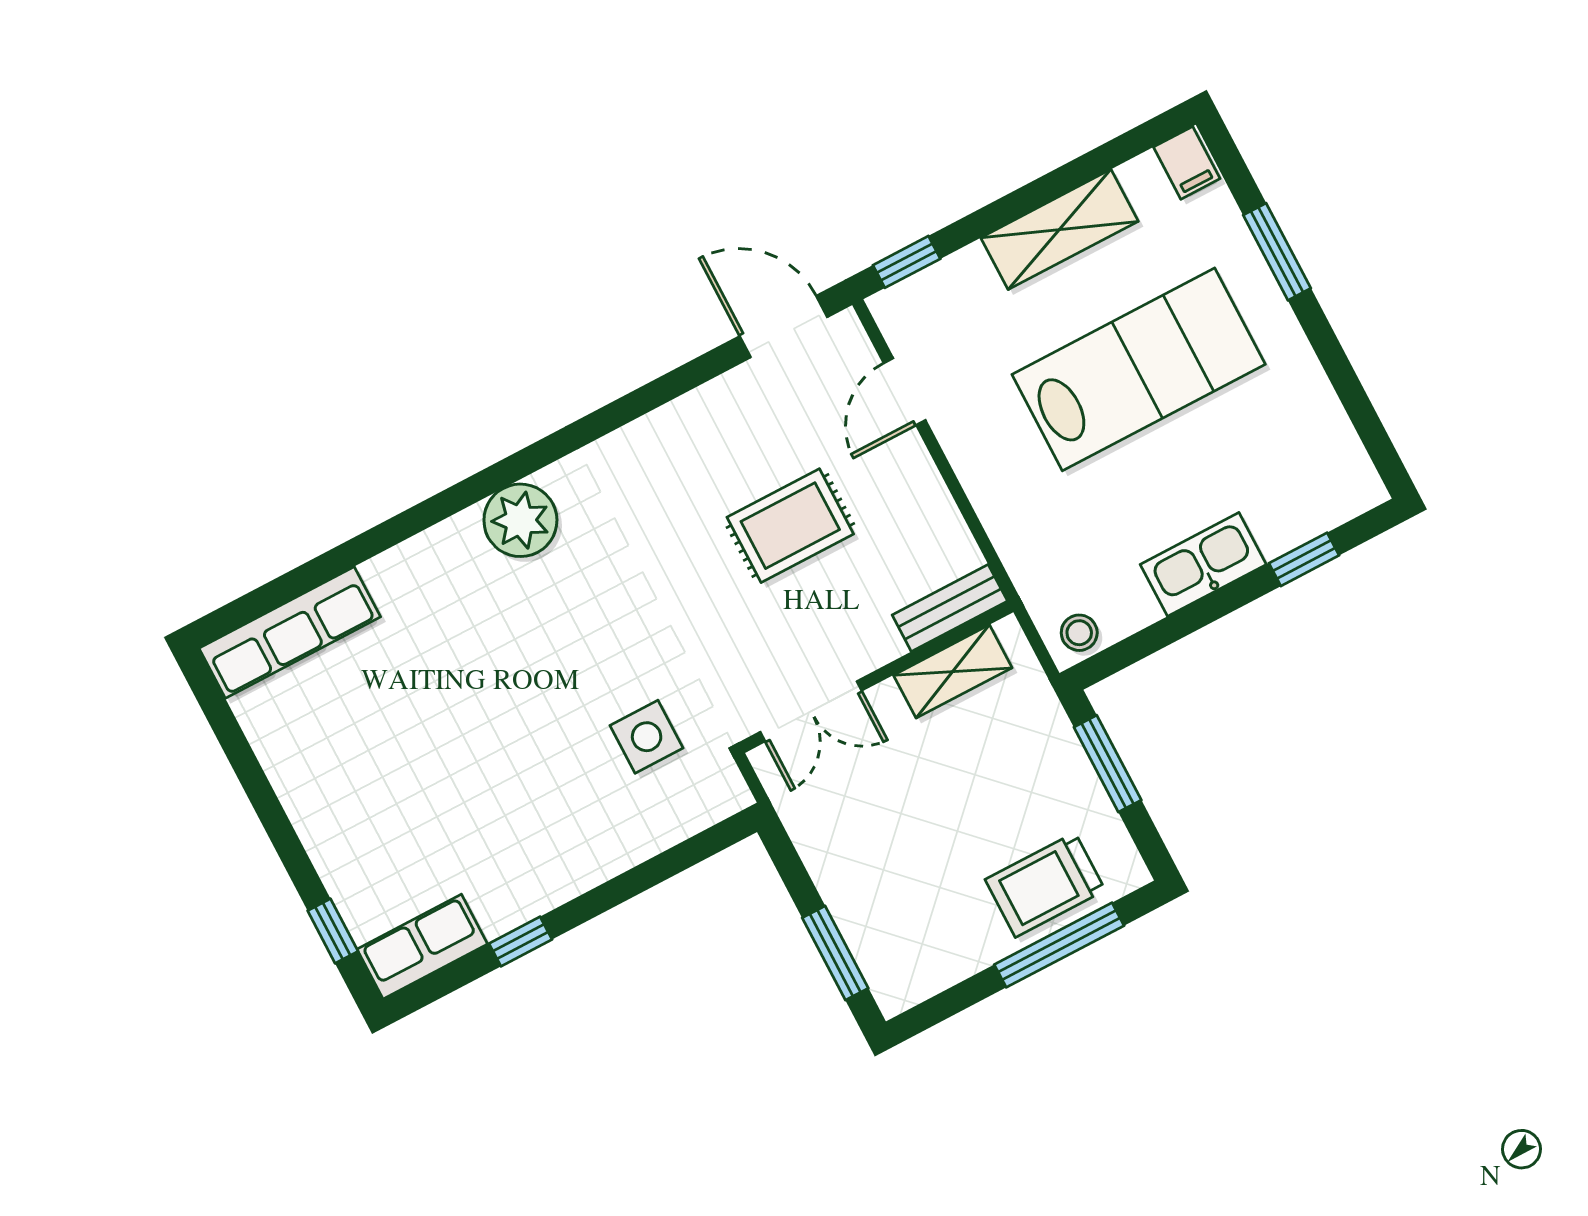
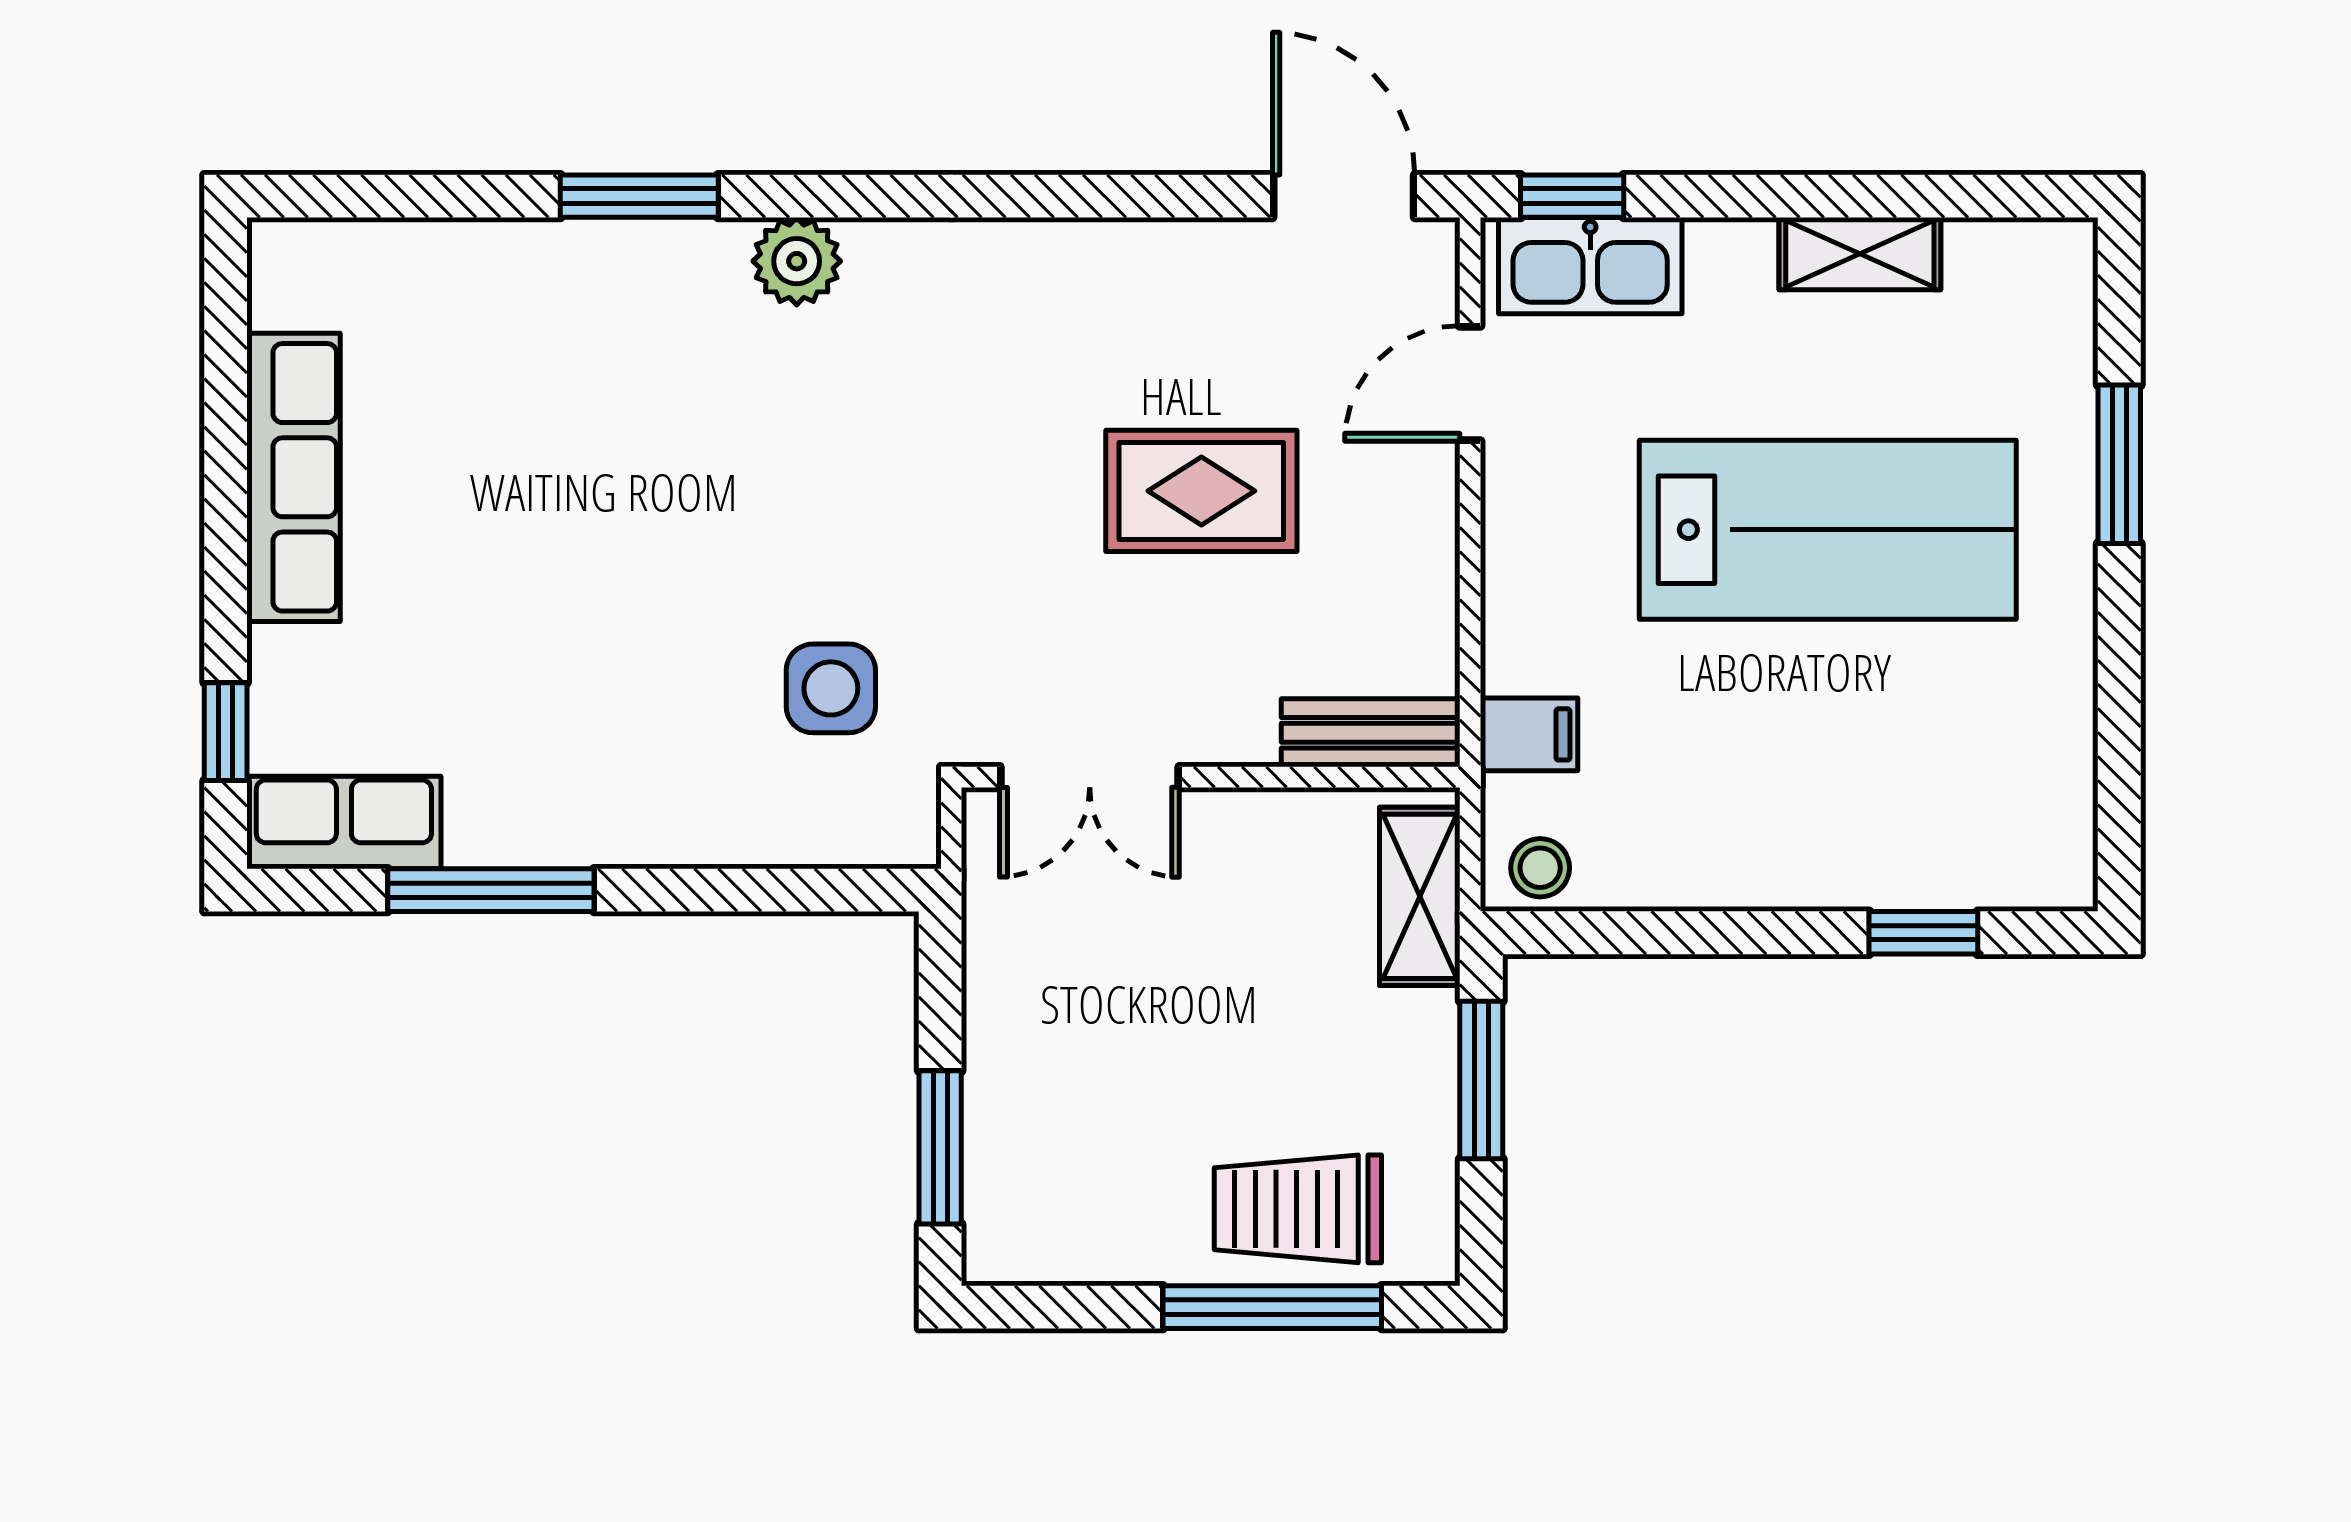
filing cabinet: (1187, 163) -> (1529, 734), moved, turned -90
shelving: (1059, 229) -> (1860, 254), width x0.67, depth x0.75
plant: (520, 520) -> (797, 261), width x0.73, depth x0.73
window: (404, 526) -> (639, 196), added
kitchen sink: (1203, 564) -> (1590, 266), moved, turned 180
row of seats: (290, 632) -> (294, 477), moved, turned -90
shelving: (953, 671) -> (1420, 896), moved, turned 90
window: (521, 941) -> (491, 890), width x2.17

